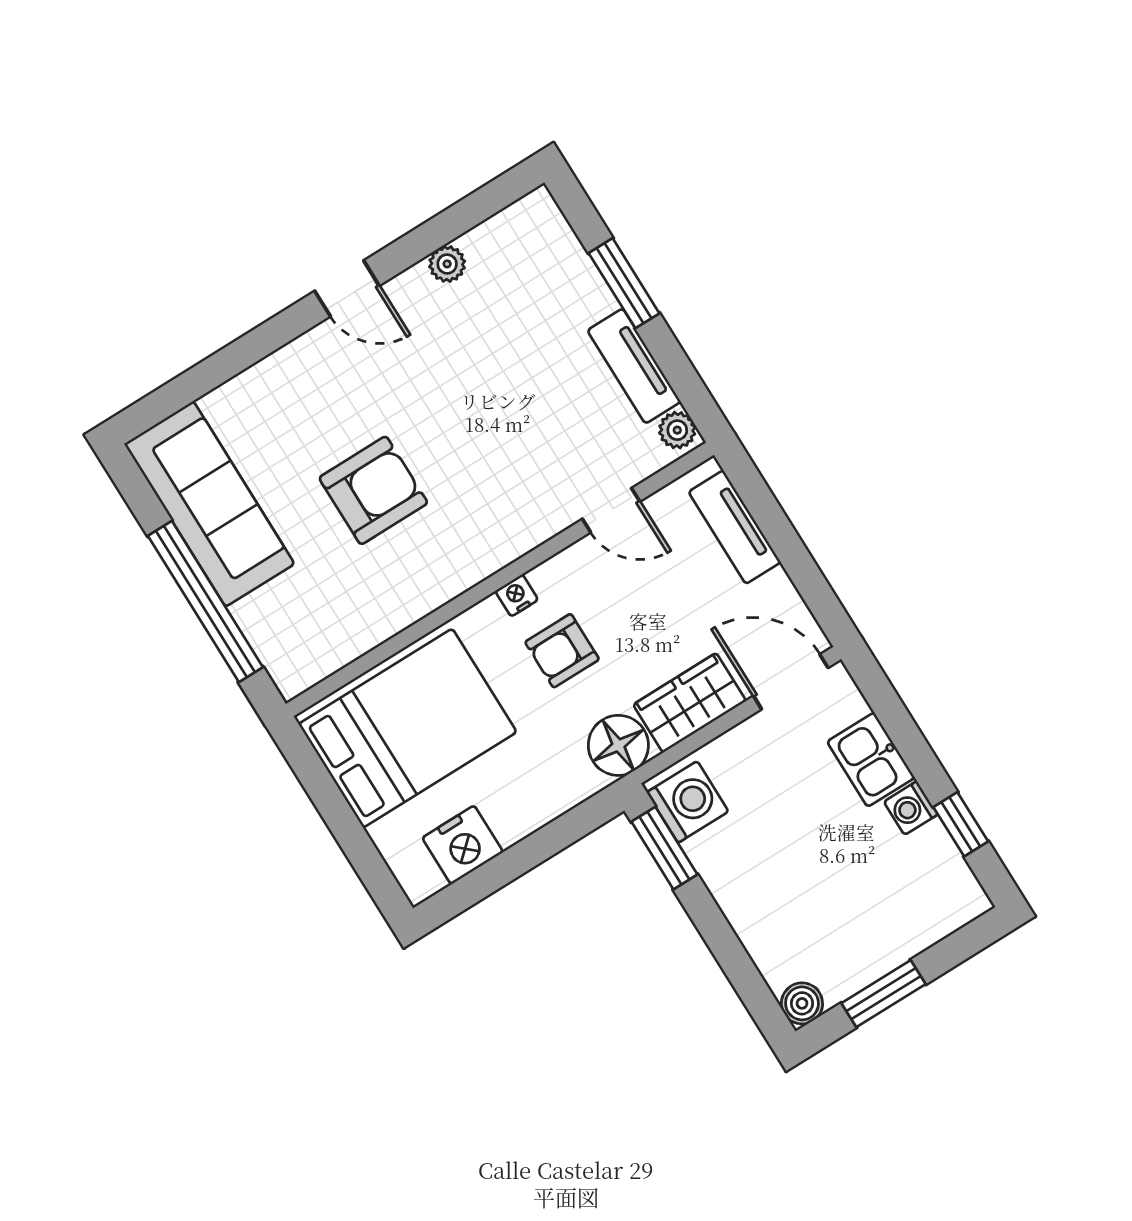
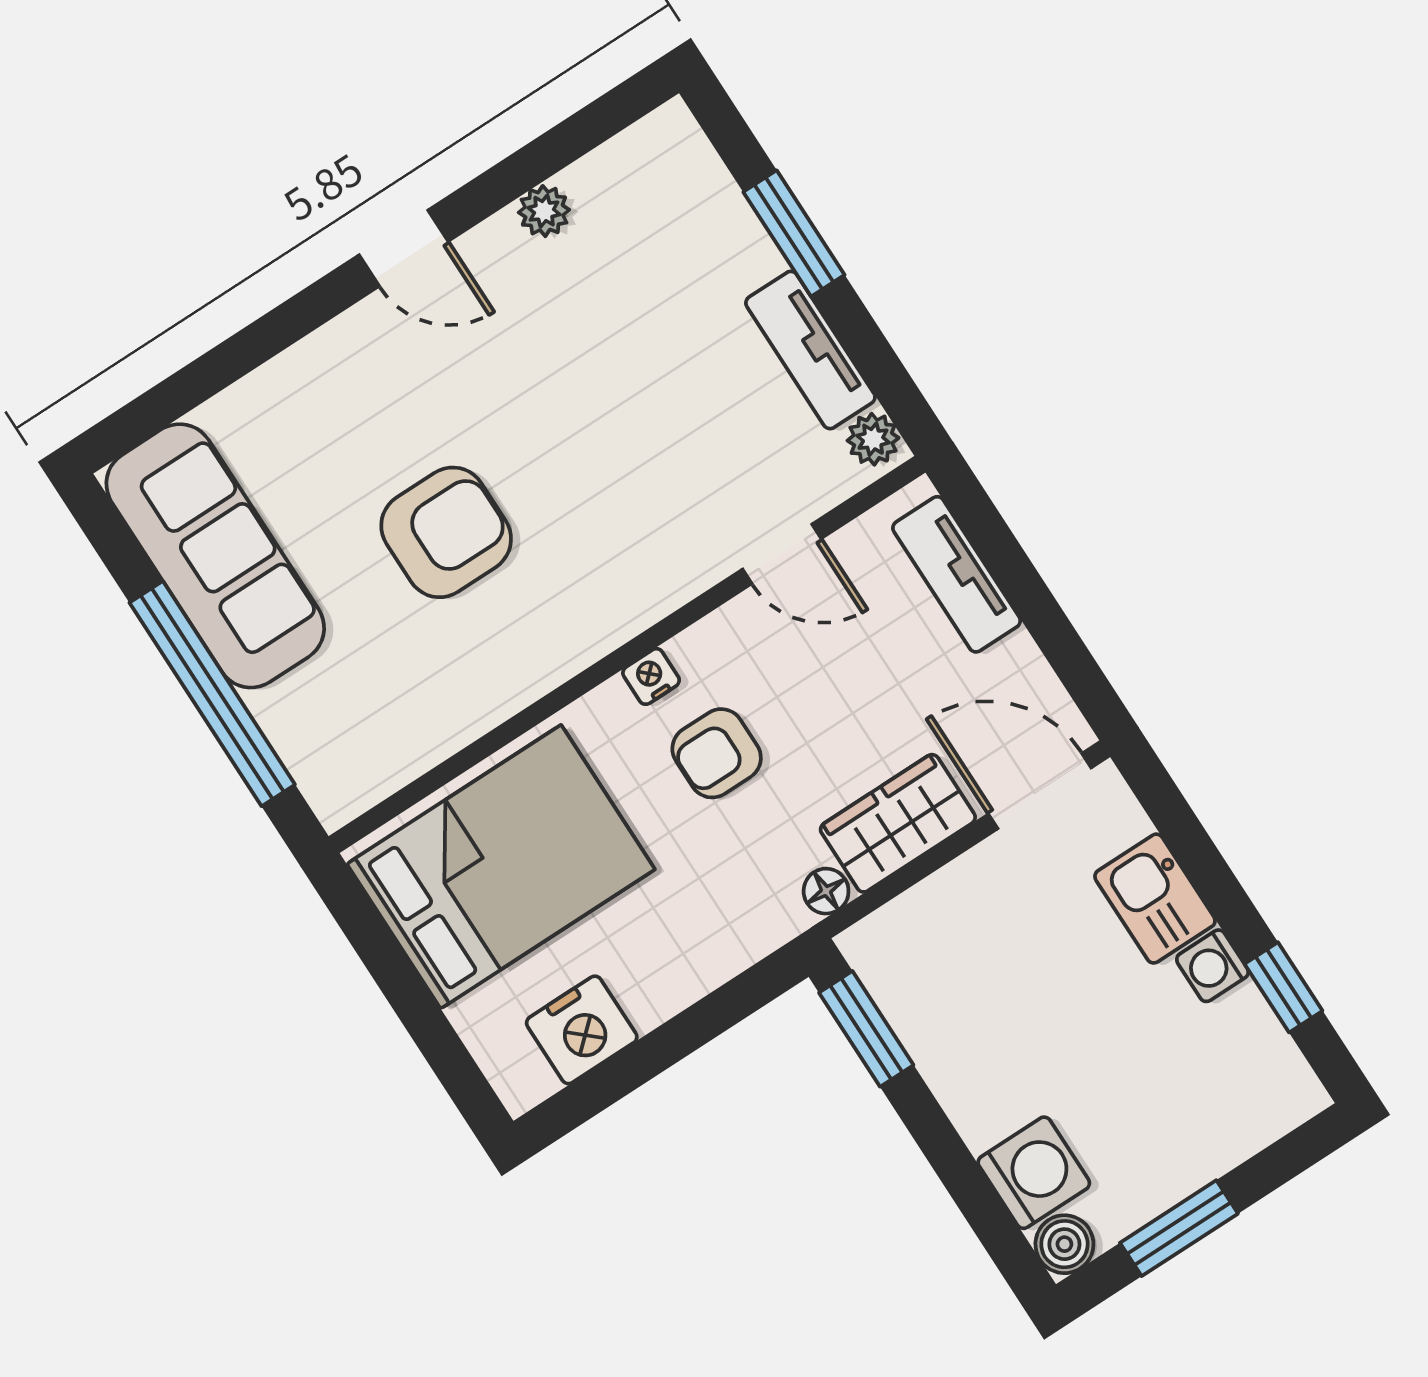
floor lamp: (618, 745) -> (826, 891), width x0.53, depth x0.53
washing machine: (688, 802) -> (1034, 1173), moved

